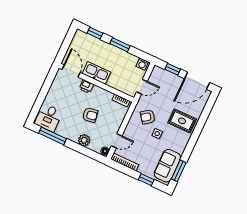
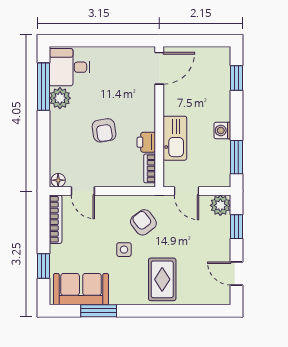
window: (120, 45) -> (237, 157), moved
washing machine: (142, 64) -> (222, 130), moved
plant: (158, 72) -> (220, 205), added
kitchen sink: (96, 73) -> (175, 138), moved
door: (197, 81) -> (237, 273), width x0.53
printer: (86, 86) -> (146, 142), moved
plant: (84, 140) -> (60, 98), moved
window: (179, 171) -> (99, 311), moved

